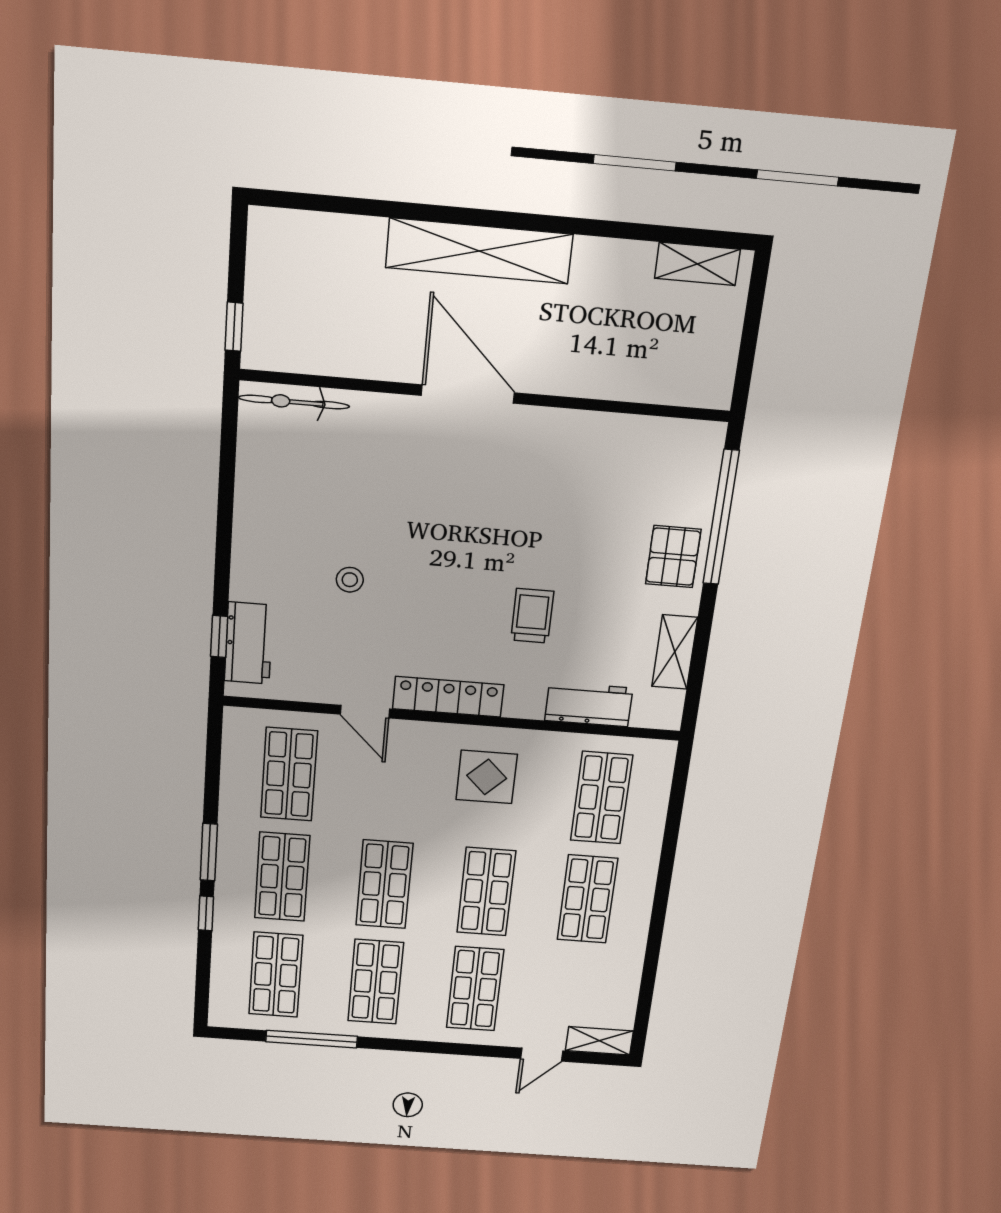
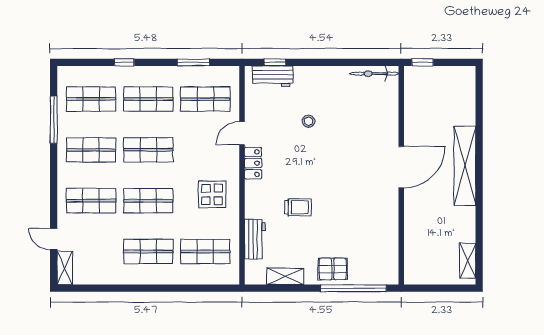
bicycle: (294, 402) -> (374, 74), moved, turned -90
locker: (448, 697) -> (253, 163), width x0.66
window: (209, 852) -> (193, 62), moved

